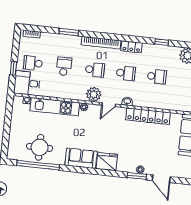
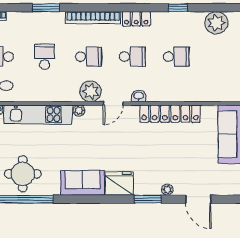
window: (137, 176) -> (148, 199), moved

